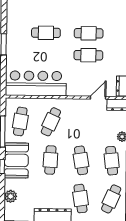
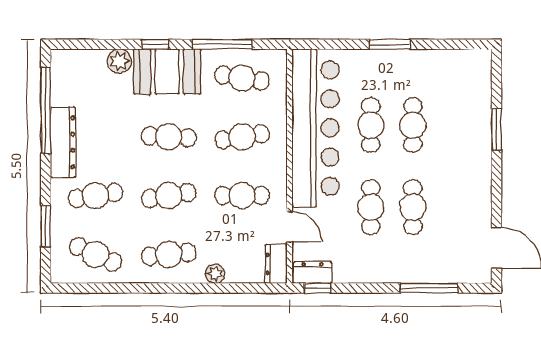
cafe table: (46, 55) -> (371, 125), added
bar counter: (36, 83) -> (315, 128), width x1.36
cafe table: (51, 122) -> (242, 137), turned -33
cafe table: (81, 122) -> (242, 196), added
plant: (11, 196) -> (119, 61), moved

